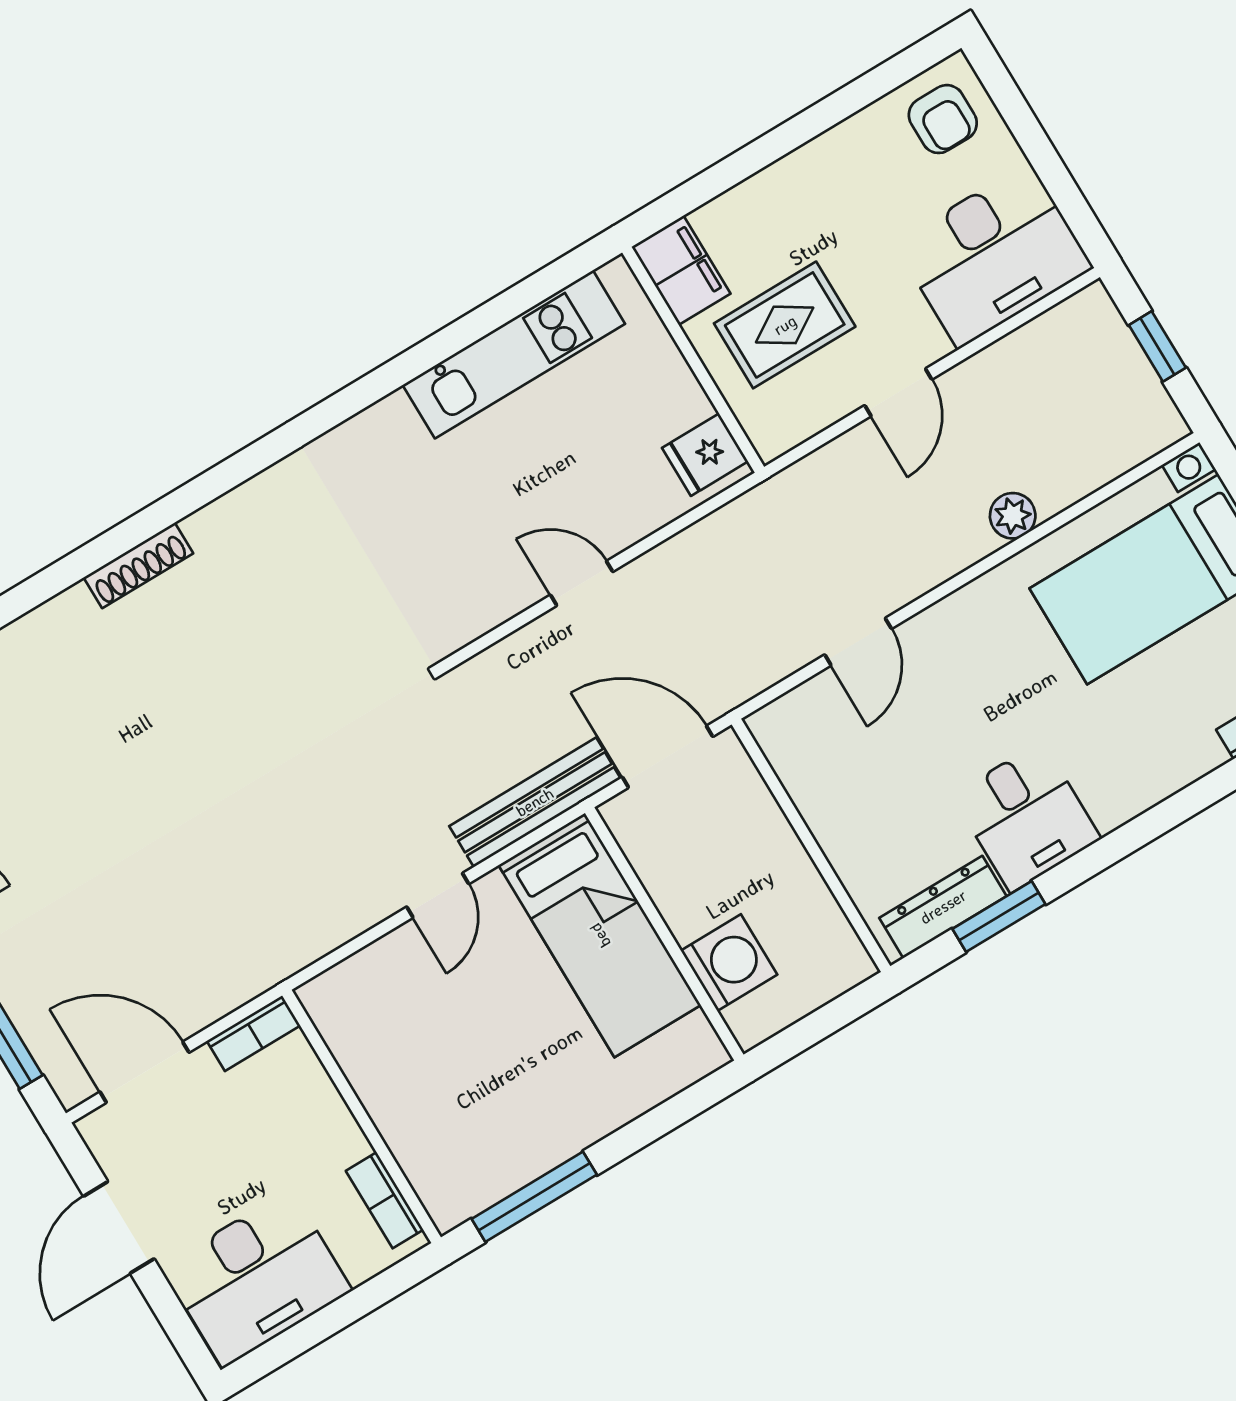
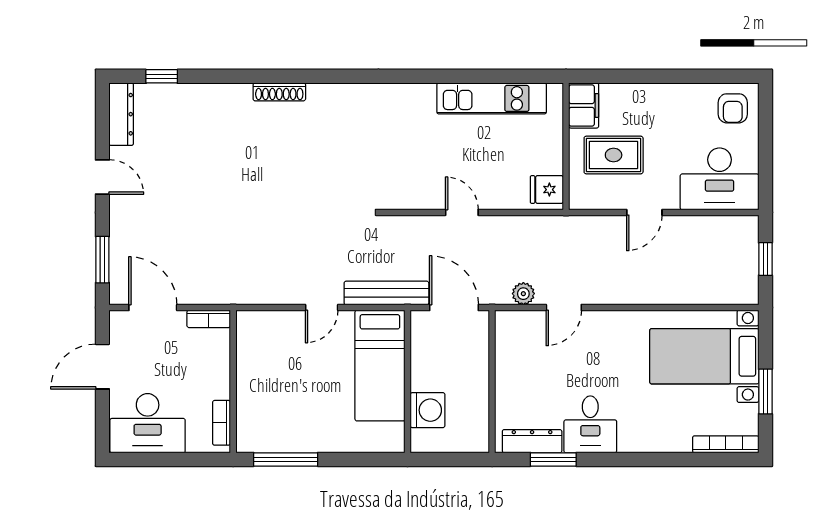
plant: (1013, 516) -> (523, 294), moved

